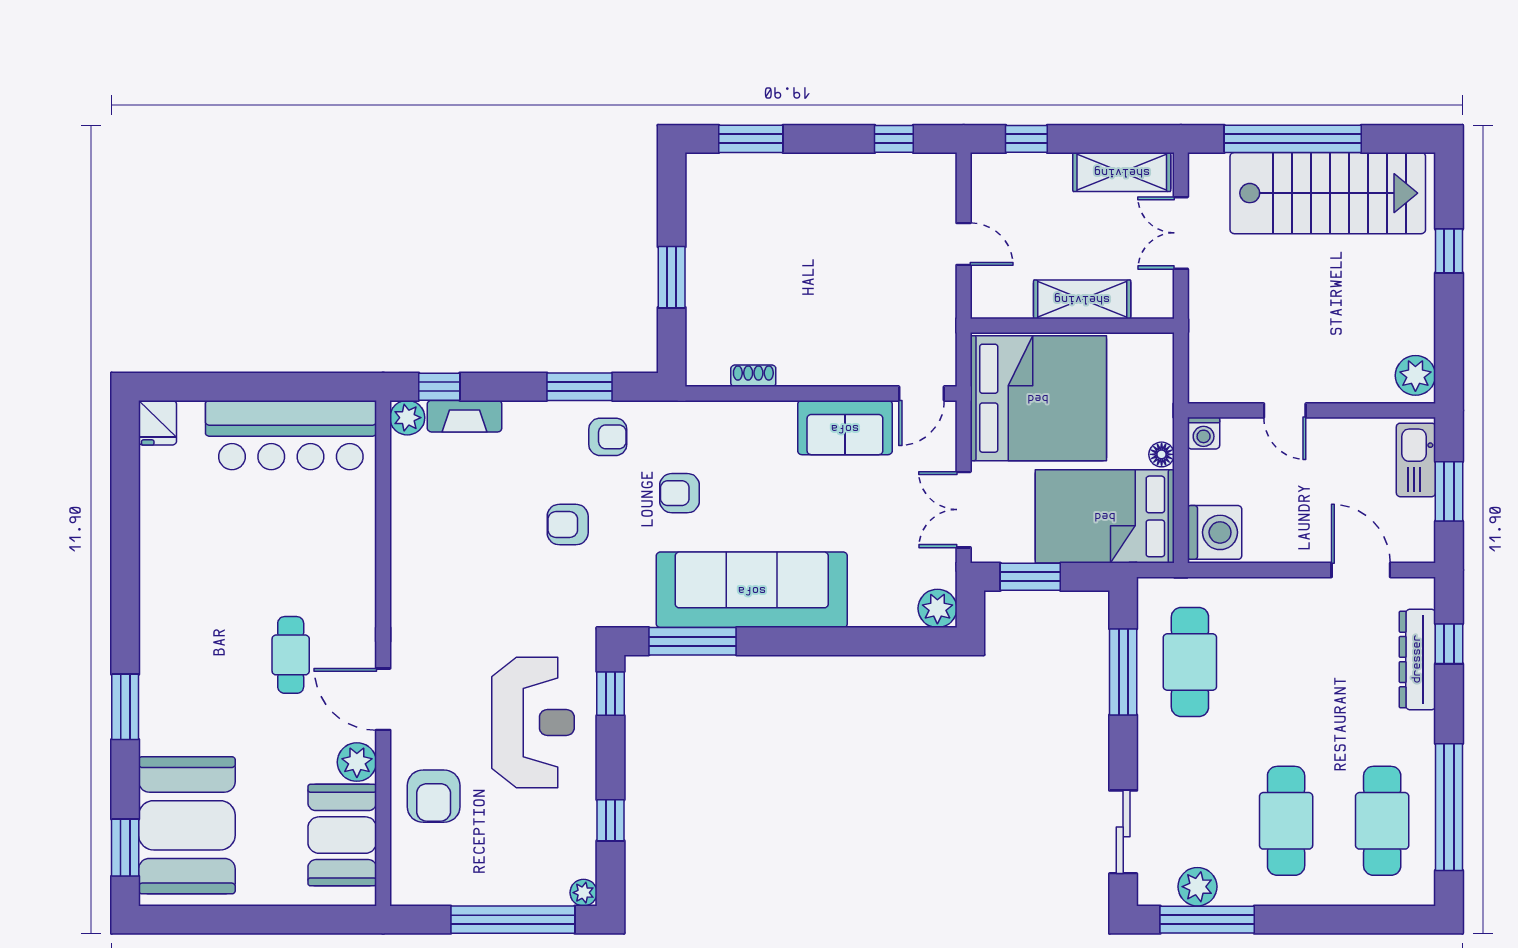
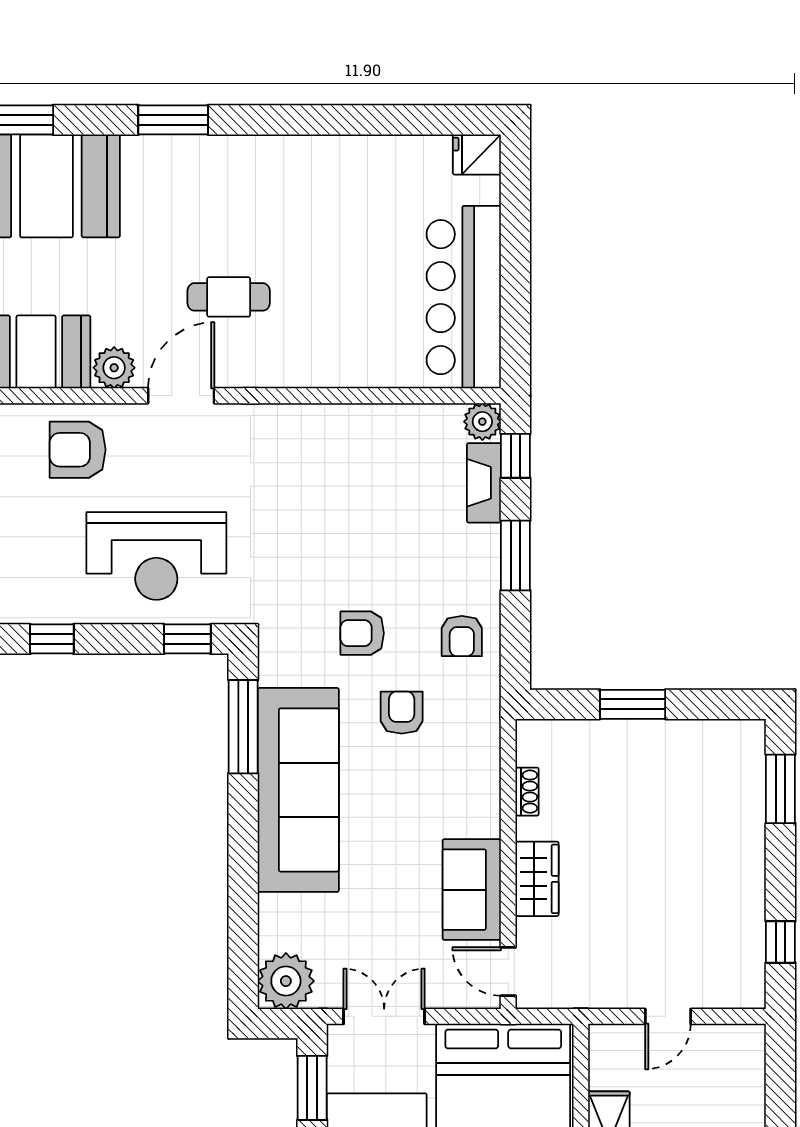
window: (1026, 139) -> (780, 1084), removed
wardrobe: (835, 367) -> (537, 879), added
window: (580, 387) -> (515, 555), moved
armchair: (568, 525) -> (362, 633), moved, turned -90
plant: (937, 608) -> (286, 981), width x1.36, depth x1.36

